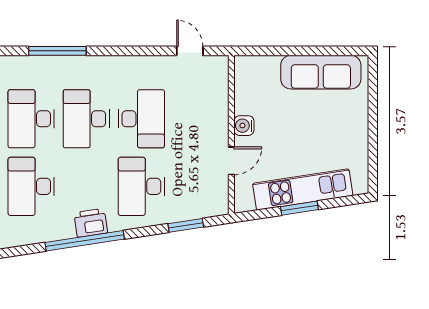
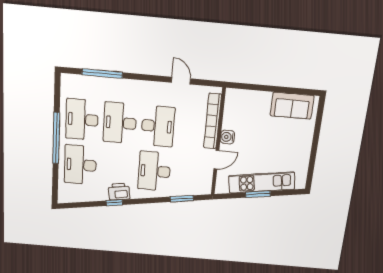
door: (190, 51) -> (181, 81), moved
sofa: (321, 72) -> (292, 106), width x0.73
bookcase: (220, 104) -> (213, 121), added
window: (85, 241) -> (114, 203), width x0.32

